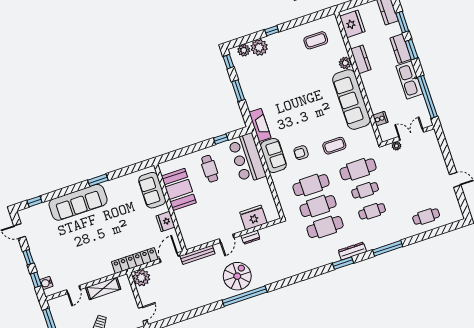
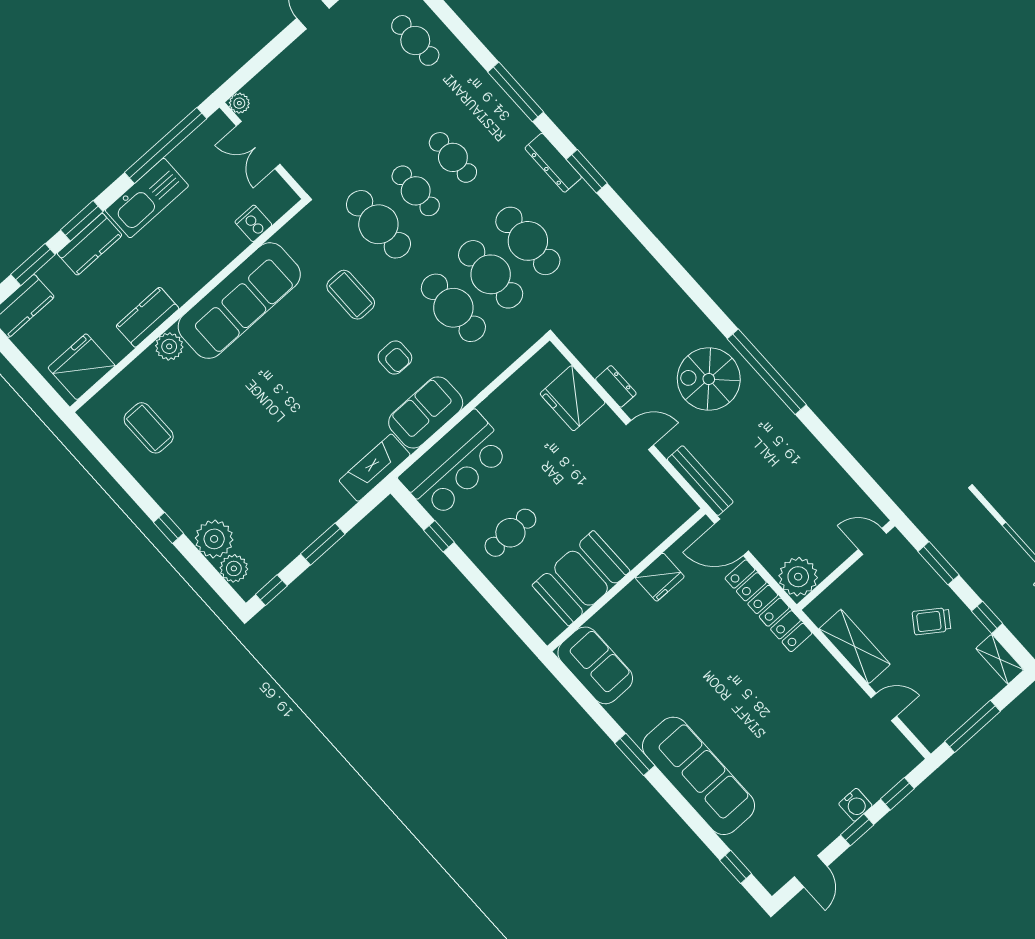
plant: (396, 146) -> (239, 103), moved
sofa: (152, 190) -> (595, 665), moved, turned -90
water cooler: (46, 283) -> (855, 805), moved
window: (245, 296) -> (767, 372), moved

